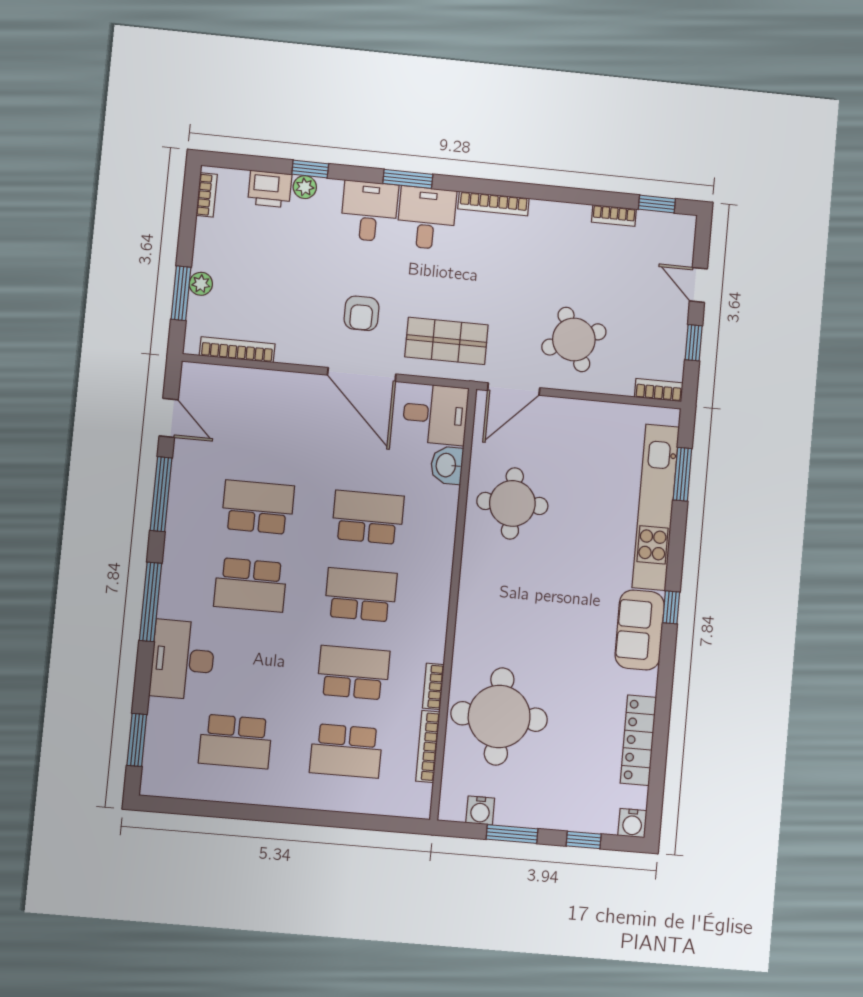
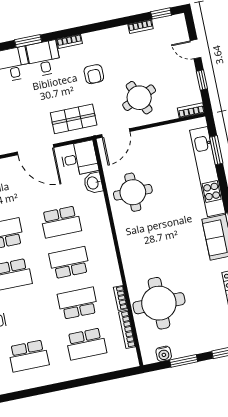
bookcase: (494, 204) -> (70, 41), width x0.64
armchair: (361, 313) -> (94, 74), moved
school desk: (368, 517) -> (61, 222), turned 180

